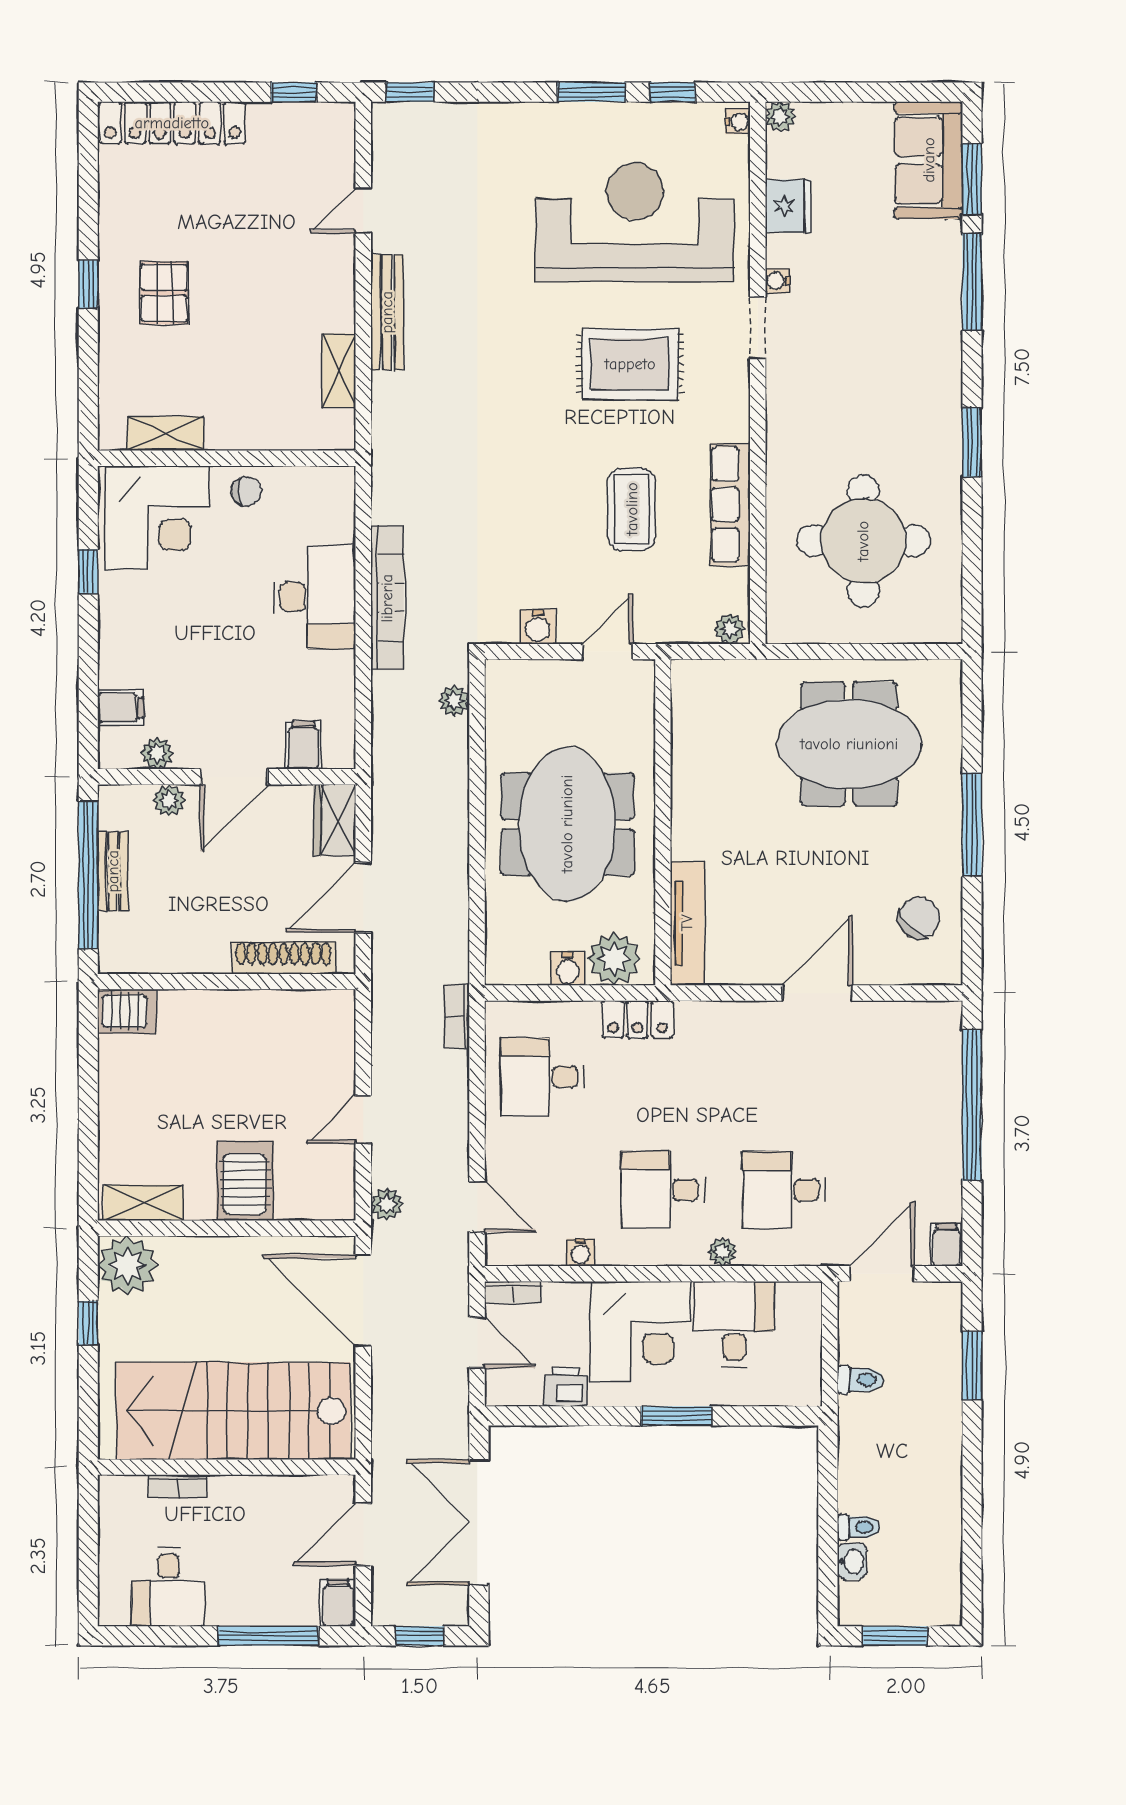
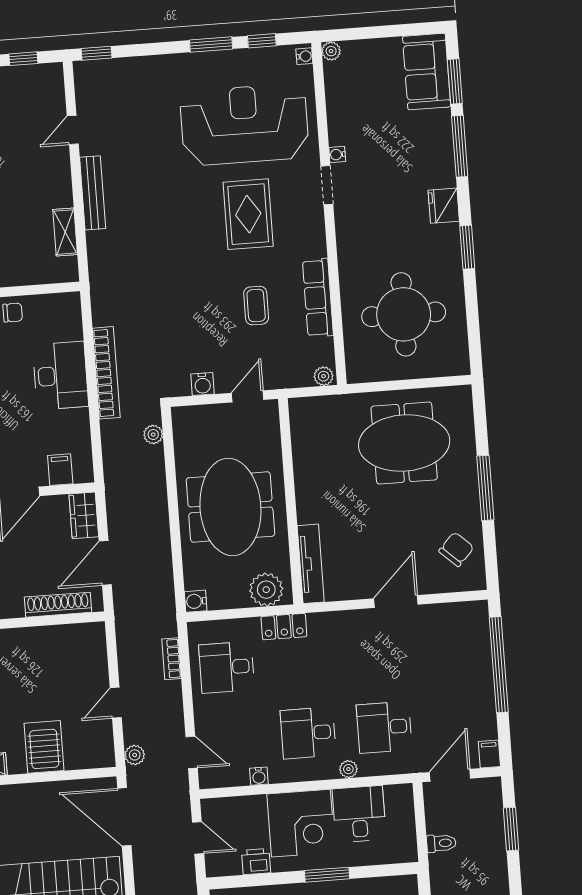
fridge: (788, 206) -> (444, 206), moved, turned 180
rug: (630, 364) -> (248, 214), turned 90
coffee table: (632, 509) -> (256, 306), width x0.73, depth x0.77
water cooler: (568, 969) -> (196, 601), moved, turned 90
bookcase: (456, 1016) -> (172, 659), moved
bookcase: (513, 1293) -> (218, 805), removed

